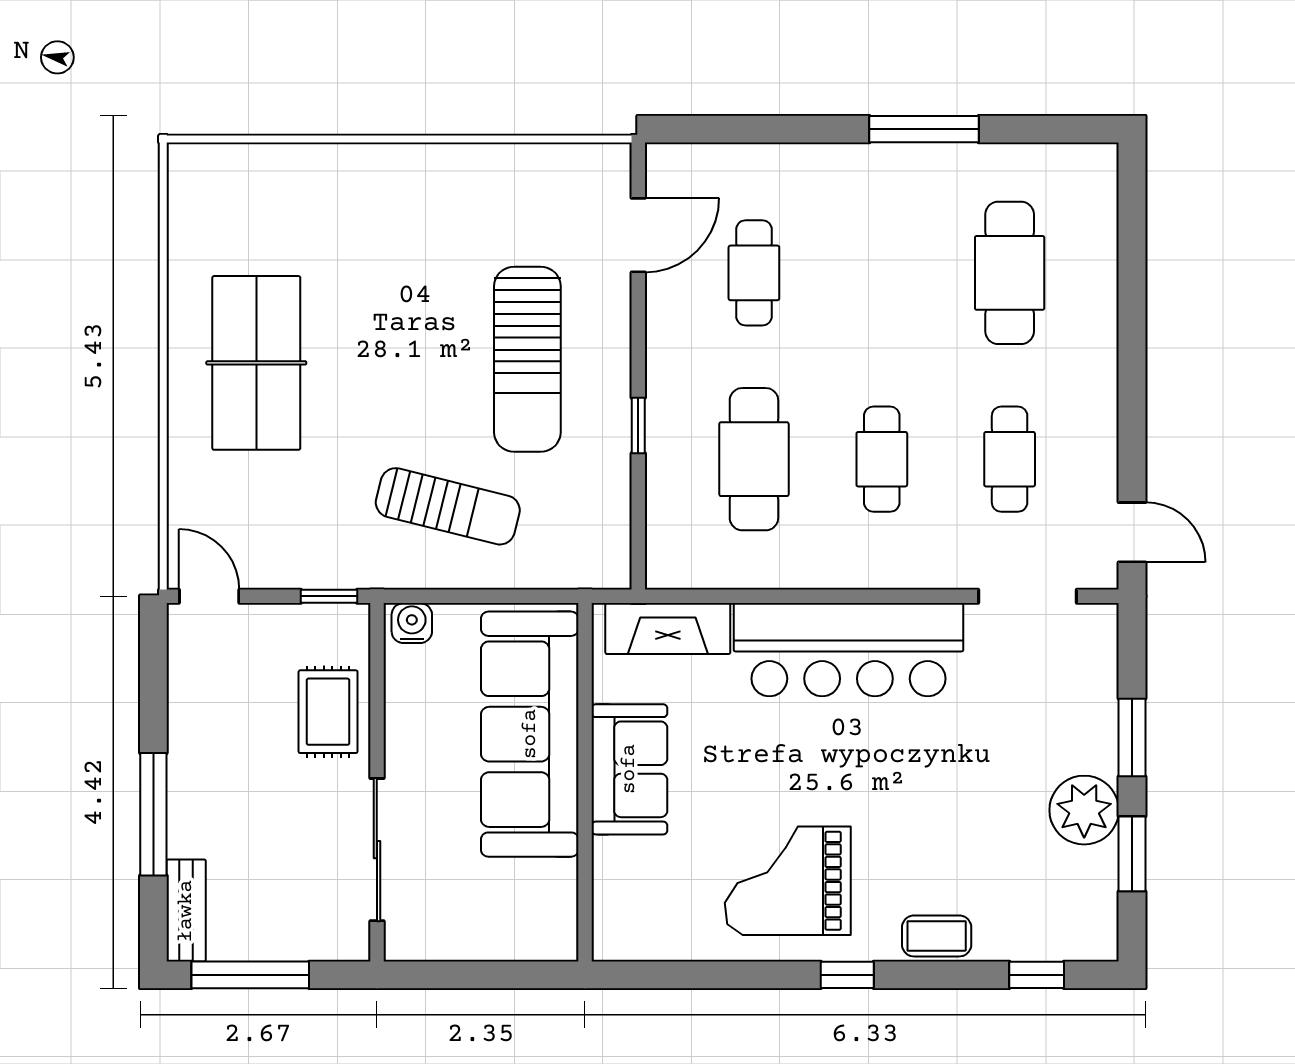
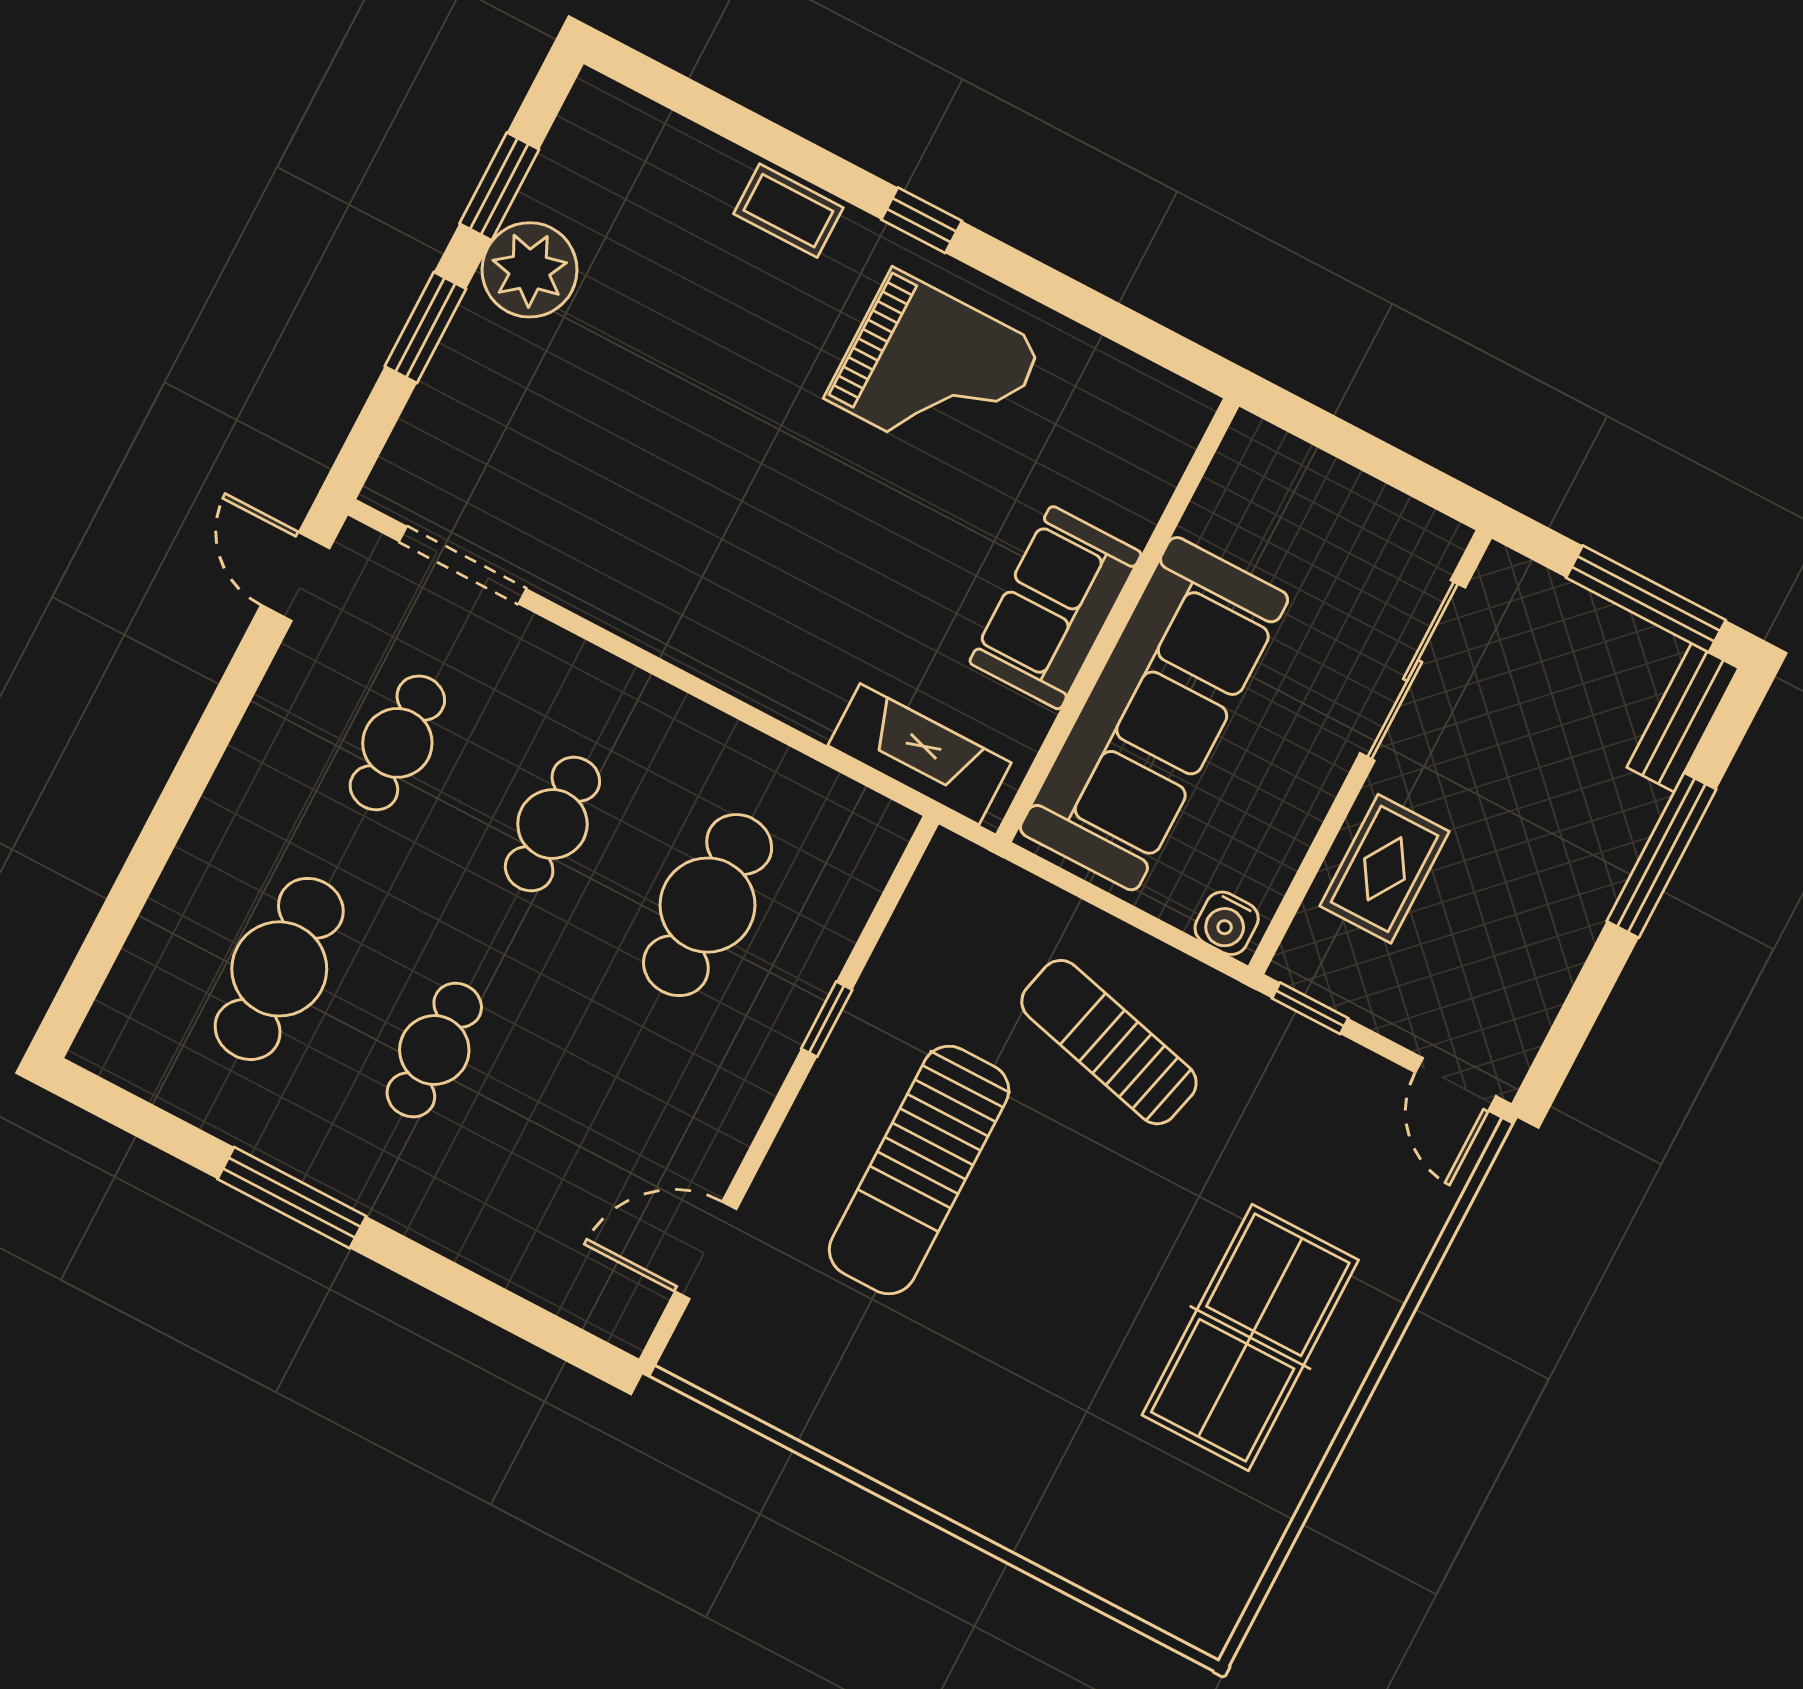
cafe table: (754, 273) -> (434, 1050), moved
sun lounger: (527, 359) -> (919, 1170), turned 180
bar counter: (848, 650) -> (714, 614), removed
window: (1037, 975) -> (692, 100), removed

